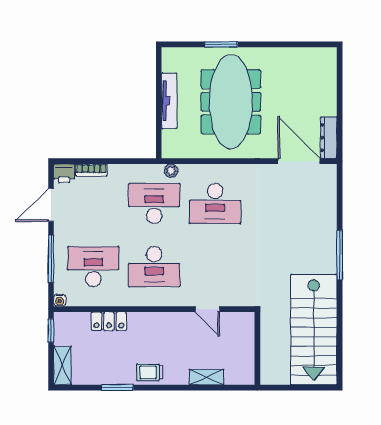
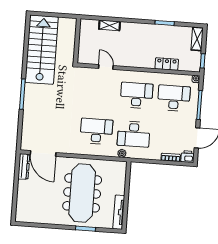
tv unit: (169, 101) -> (119, 212), moved
desk: (93, 267) -> (174, 98), turned 180
trolley: (150, 372) -> (144, 31), removed

